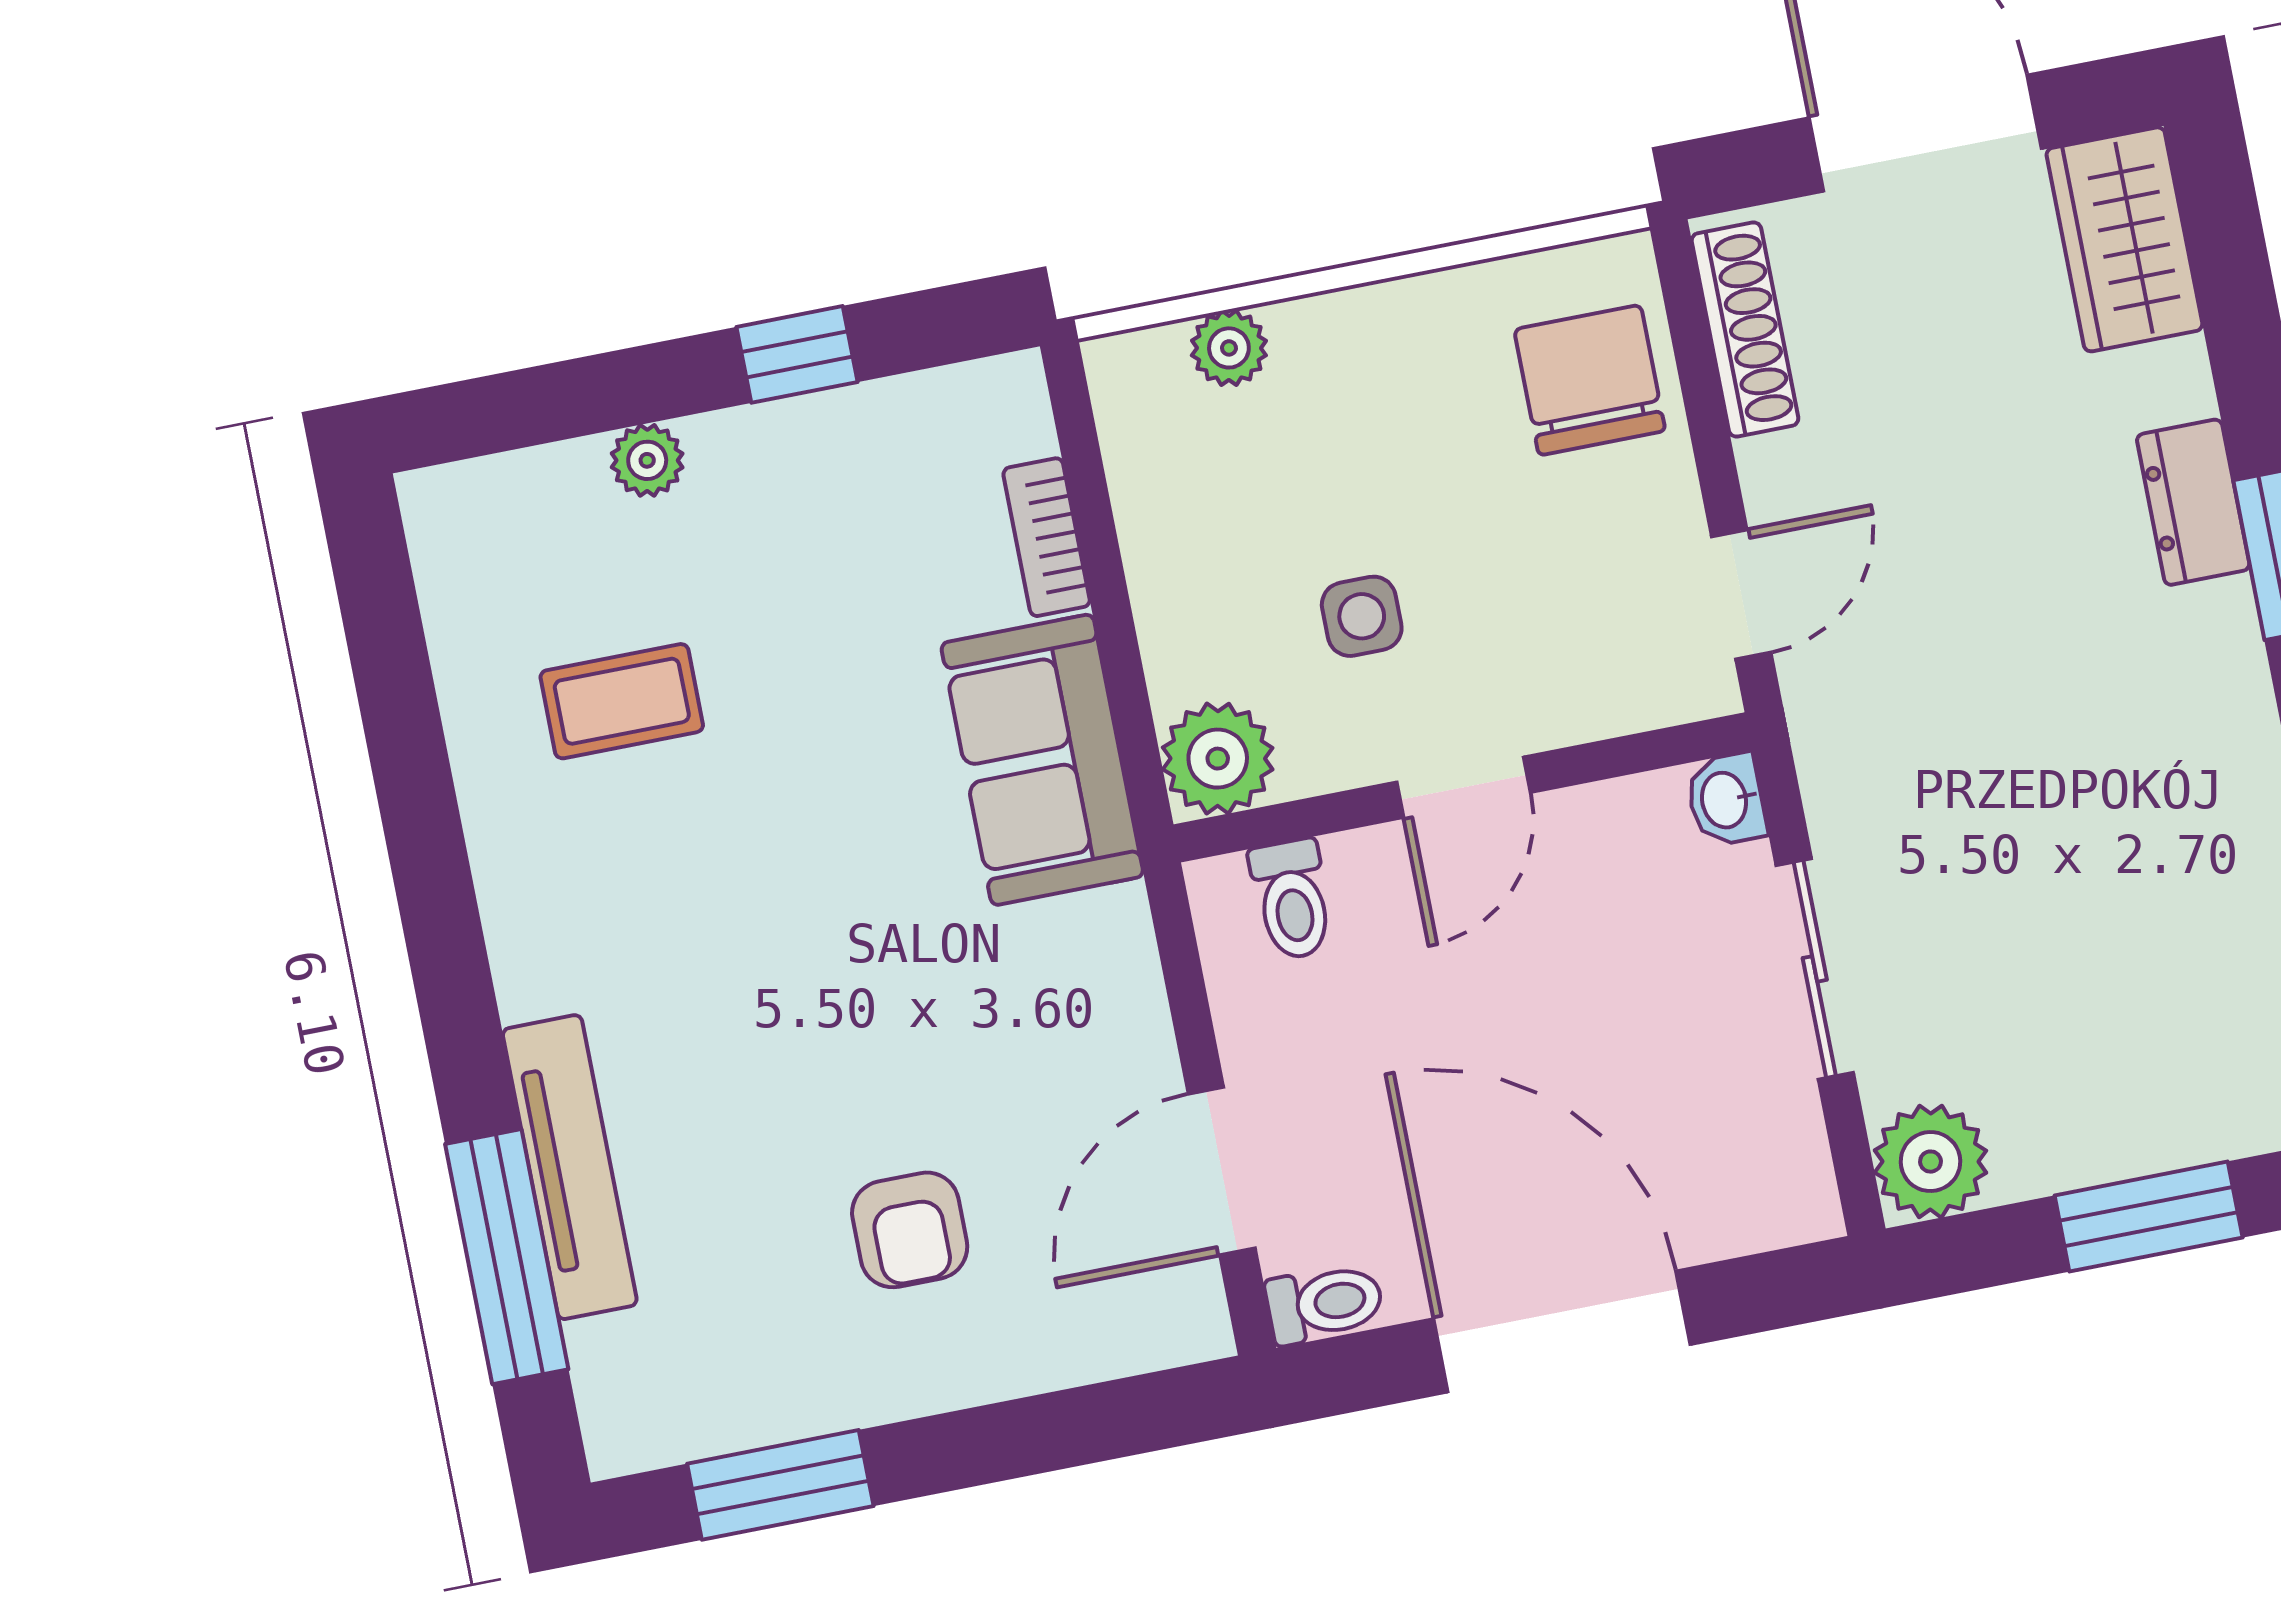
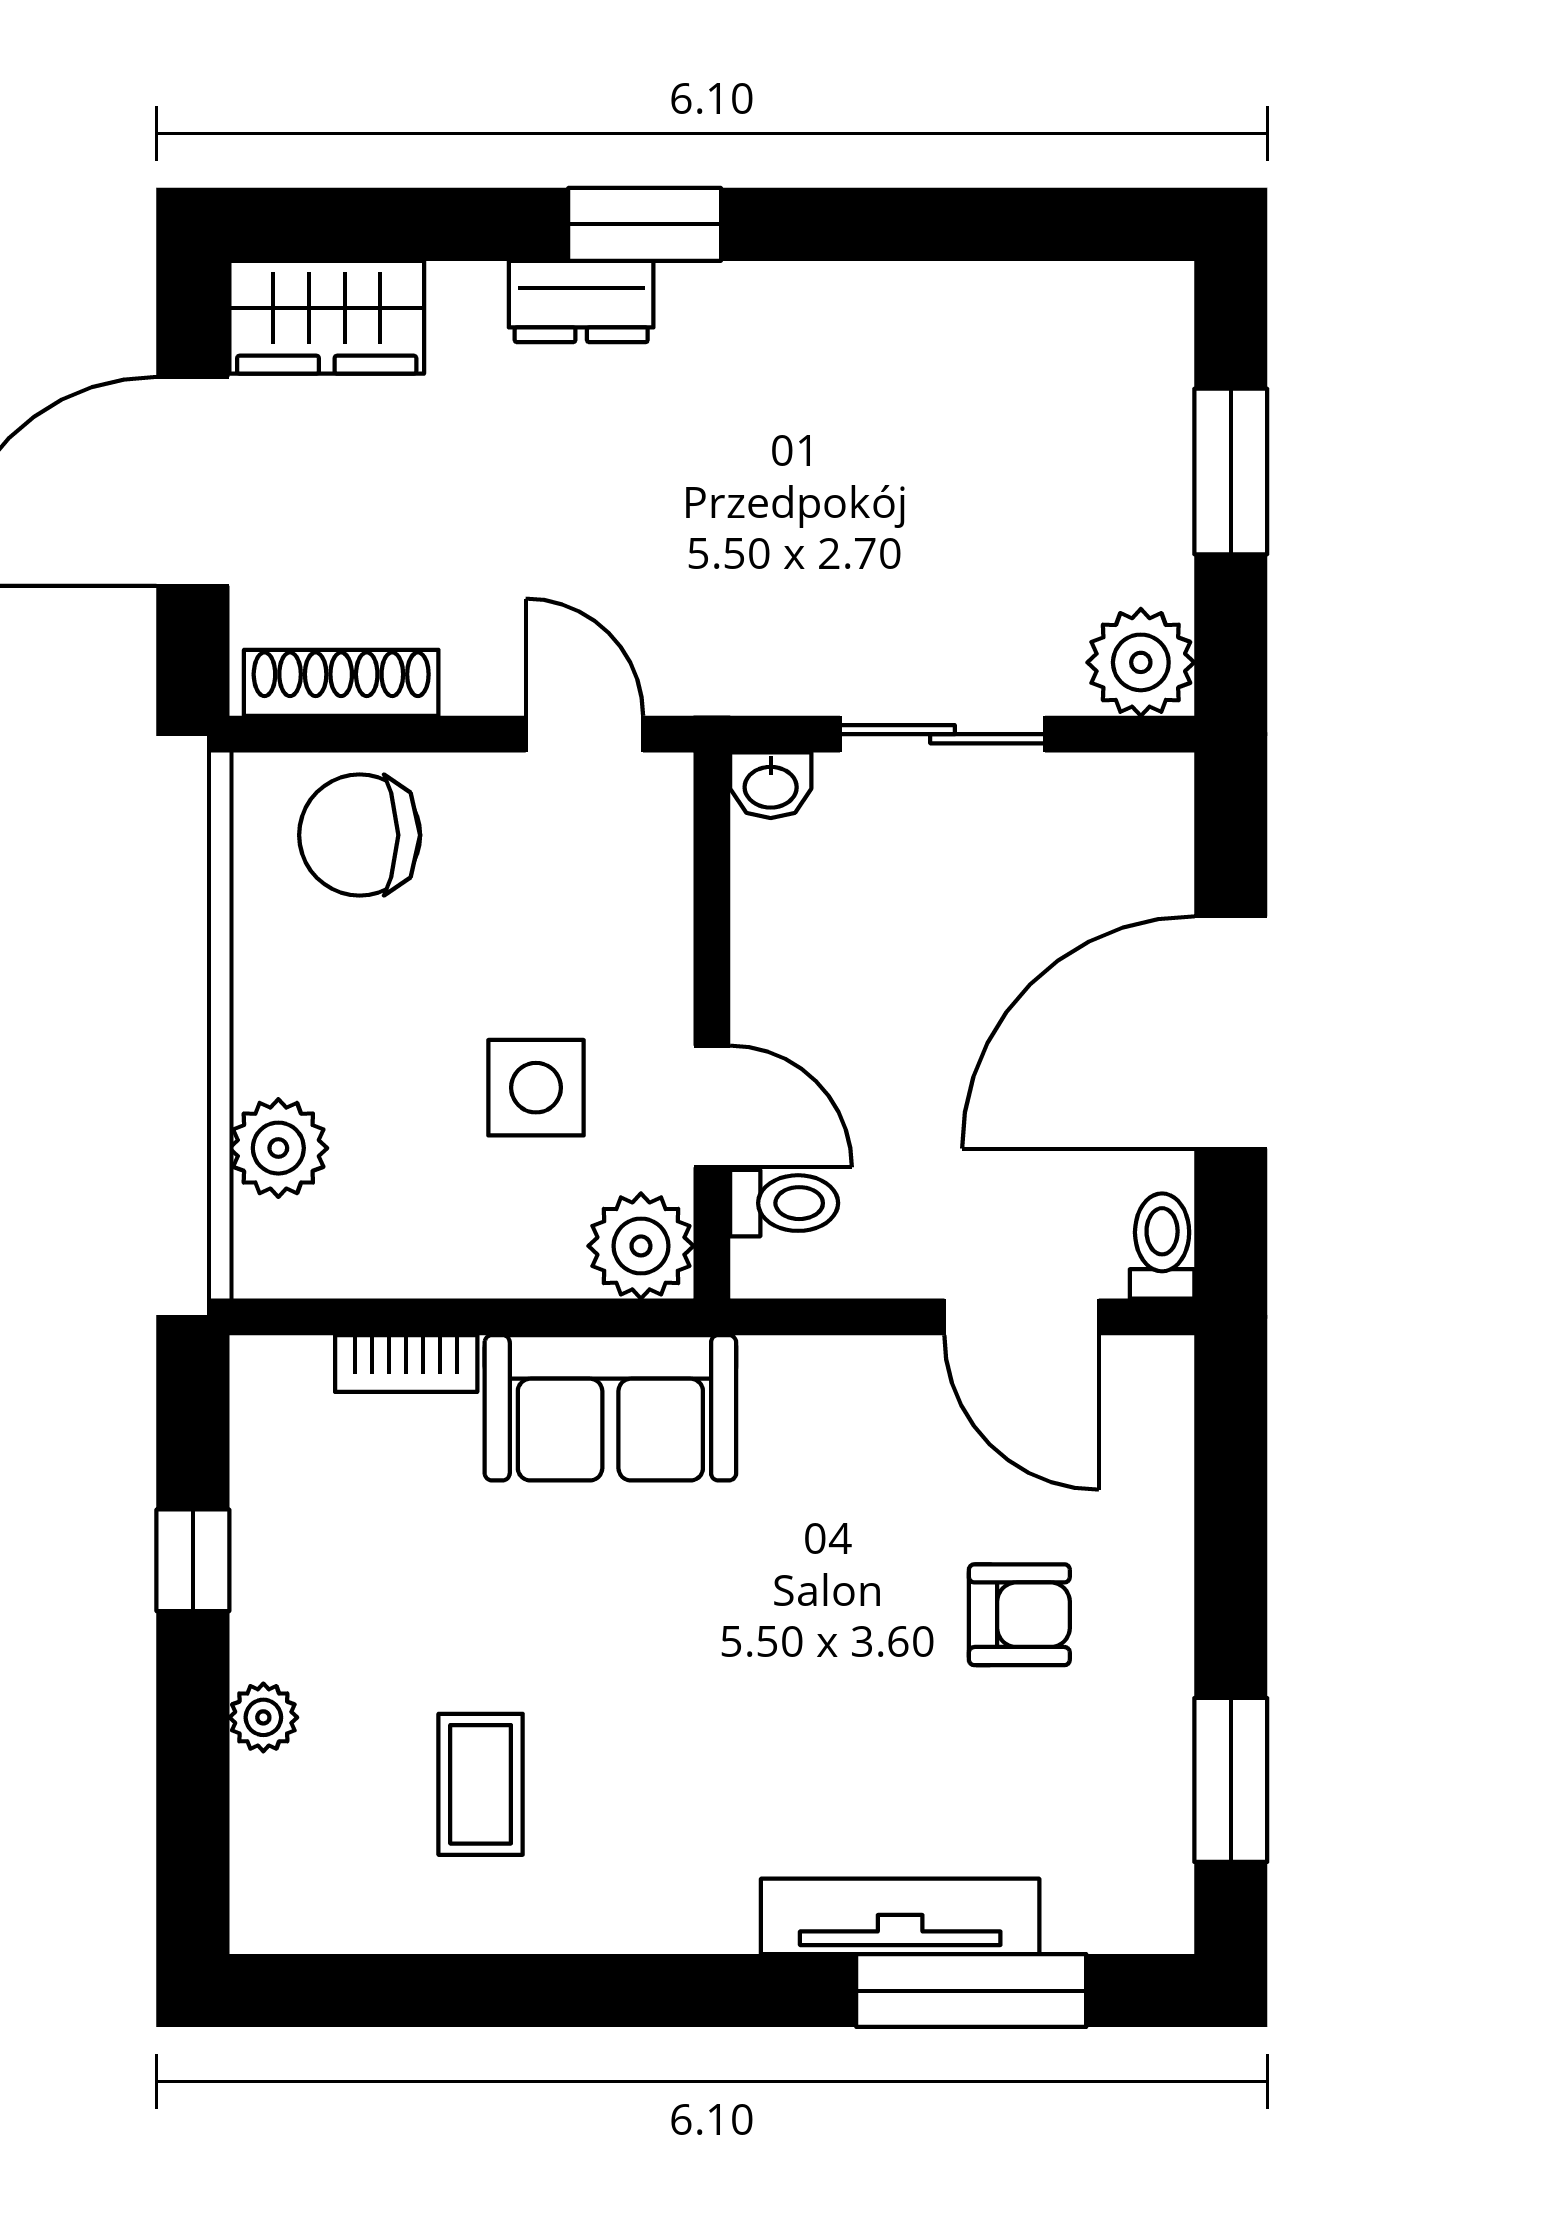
plant: (1229, 348) -> (278, 1148), width x1.38, depth x1.38
side table: (1362, 616) -> (536, 1088), width x1.37, depth x1.37
door: (1464, 787) -> (712, 1107), moved

